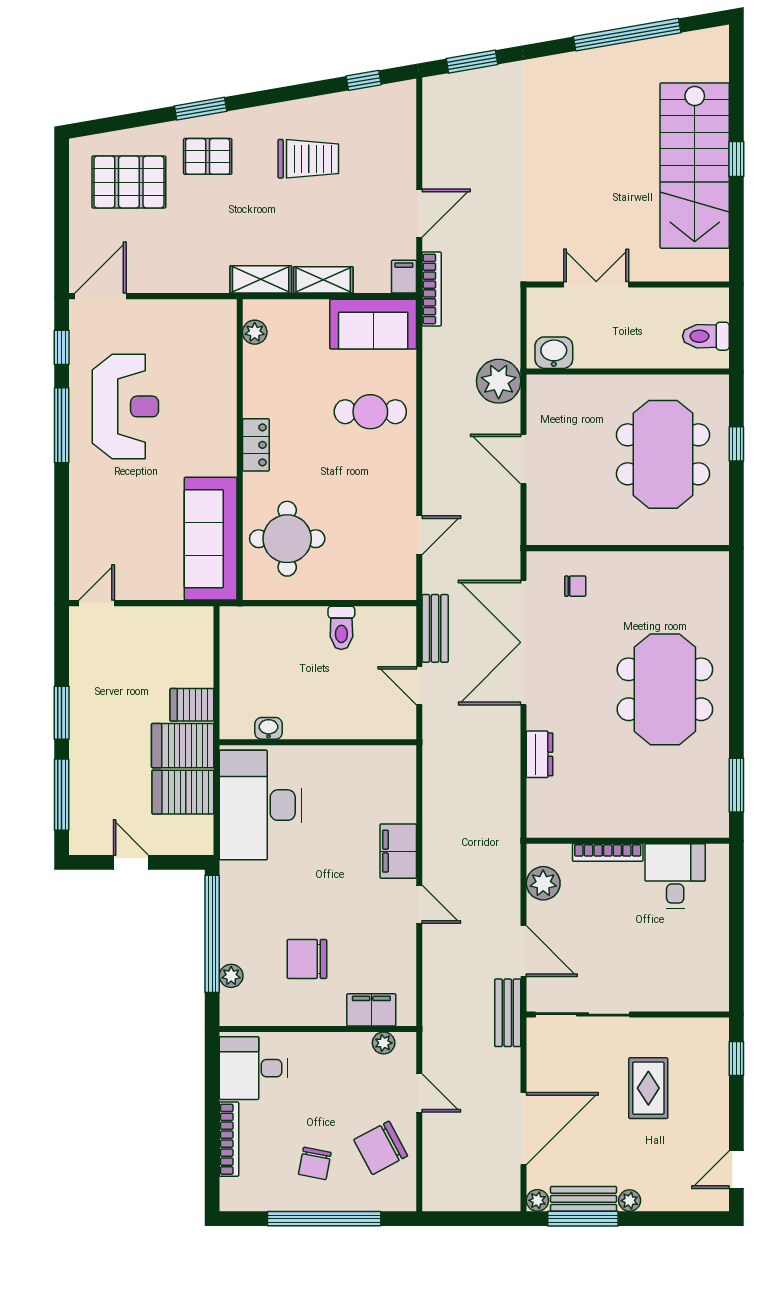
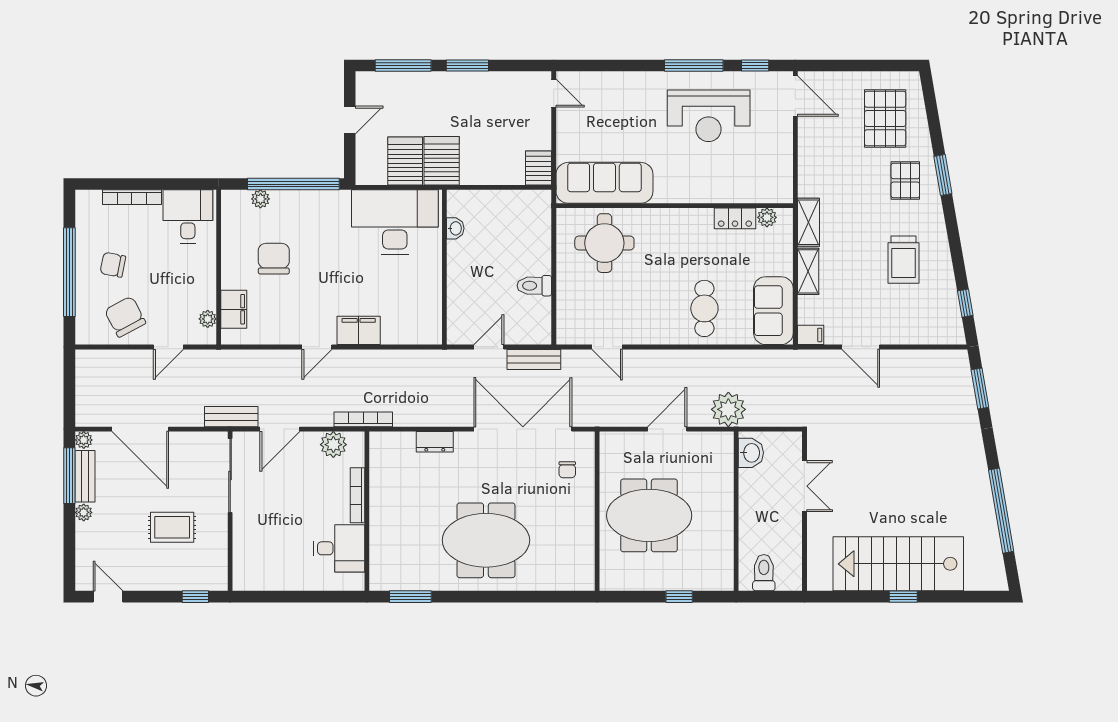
bookcase: (432, 289) -> (363, 419), moved, turned 180
locker: (256, 445) -> (735, 218), moved
meeting table: (663, 454) -> (649, 515), moved
server rack: (192, 705) -> (539, 168), moved

